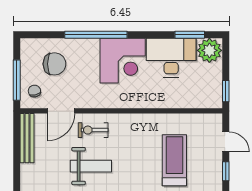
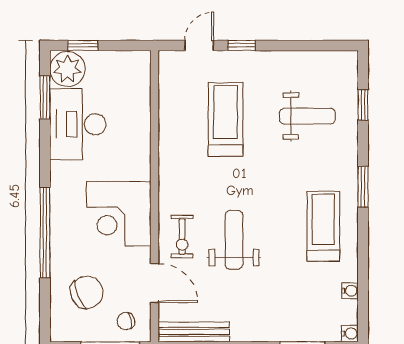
corner desk: (123, 61) -> (119, 214), moved, turned 180
chair: (54, 64) -> (87, 292), turned 67
window: (226, 91) -> (83, 46), moved
treadmill: (174, 160) -> (226, 120), turned 90

